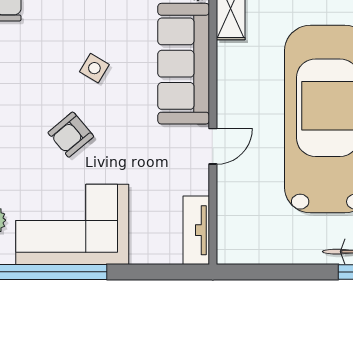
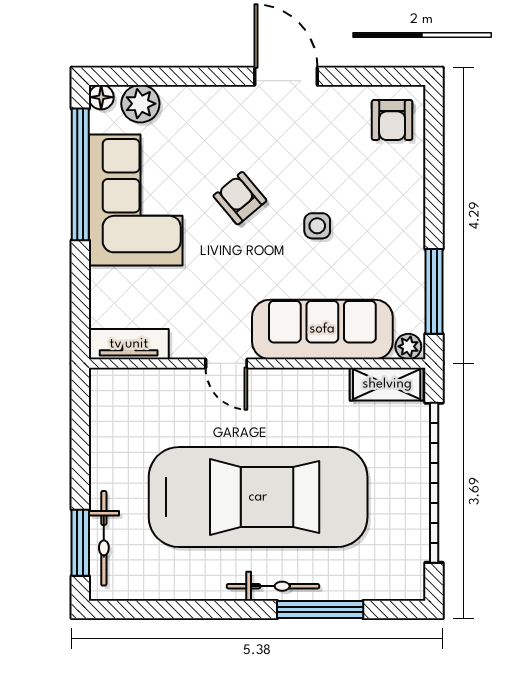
side table: (94, 68) -> (317, 226), turned -31

